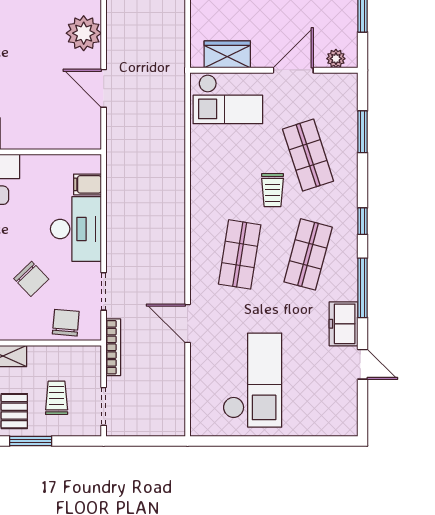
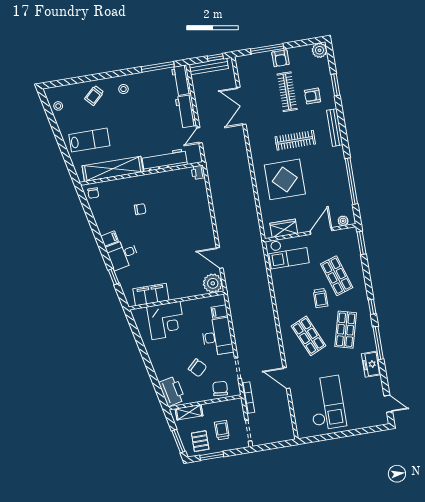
plant: (84, 33) -> (213, 283), moved
window: (362, 132) -> (362, 243), moved
shop shelf: (240, 254) -> (308, 336), turned -33
door: (362, 364) -> (388, 404), moved

